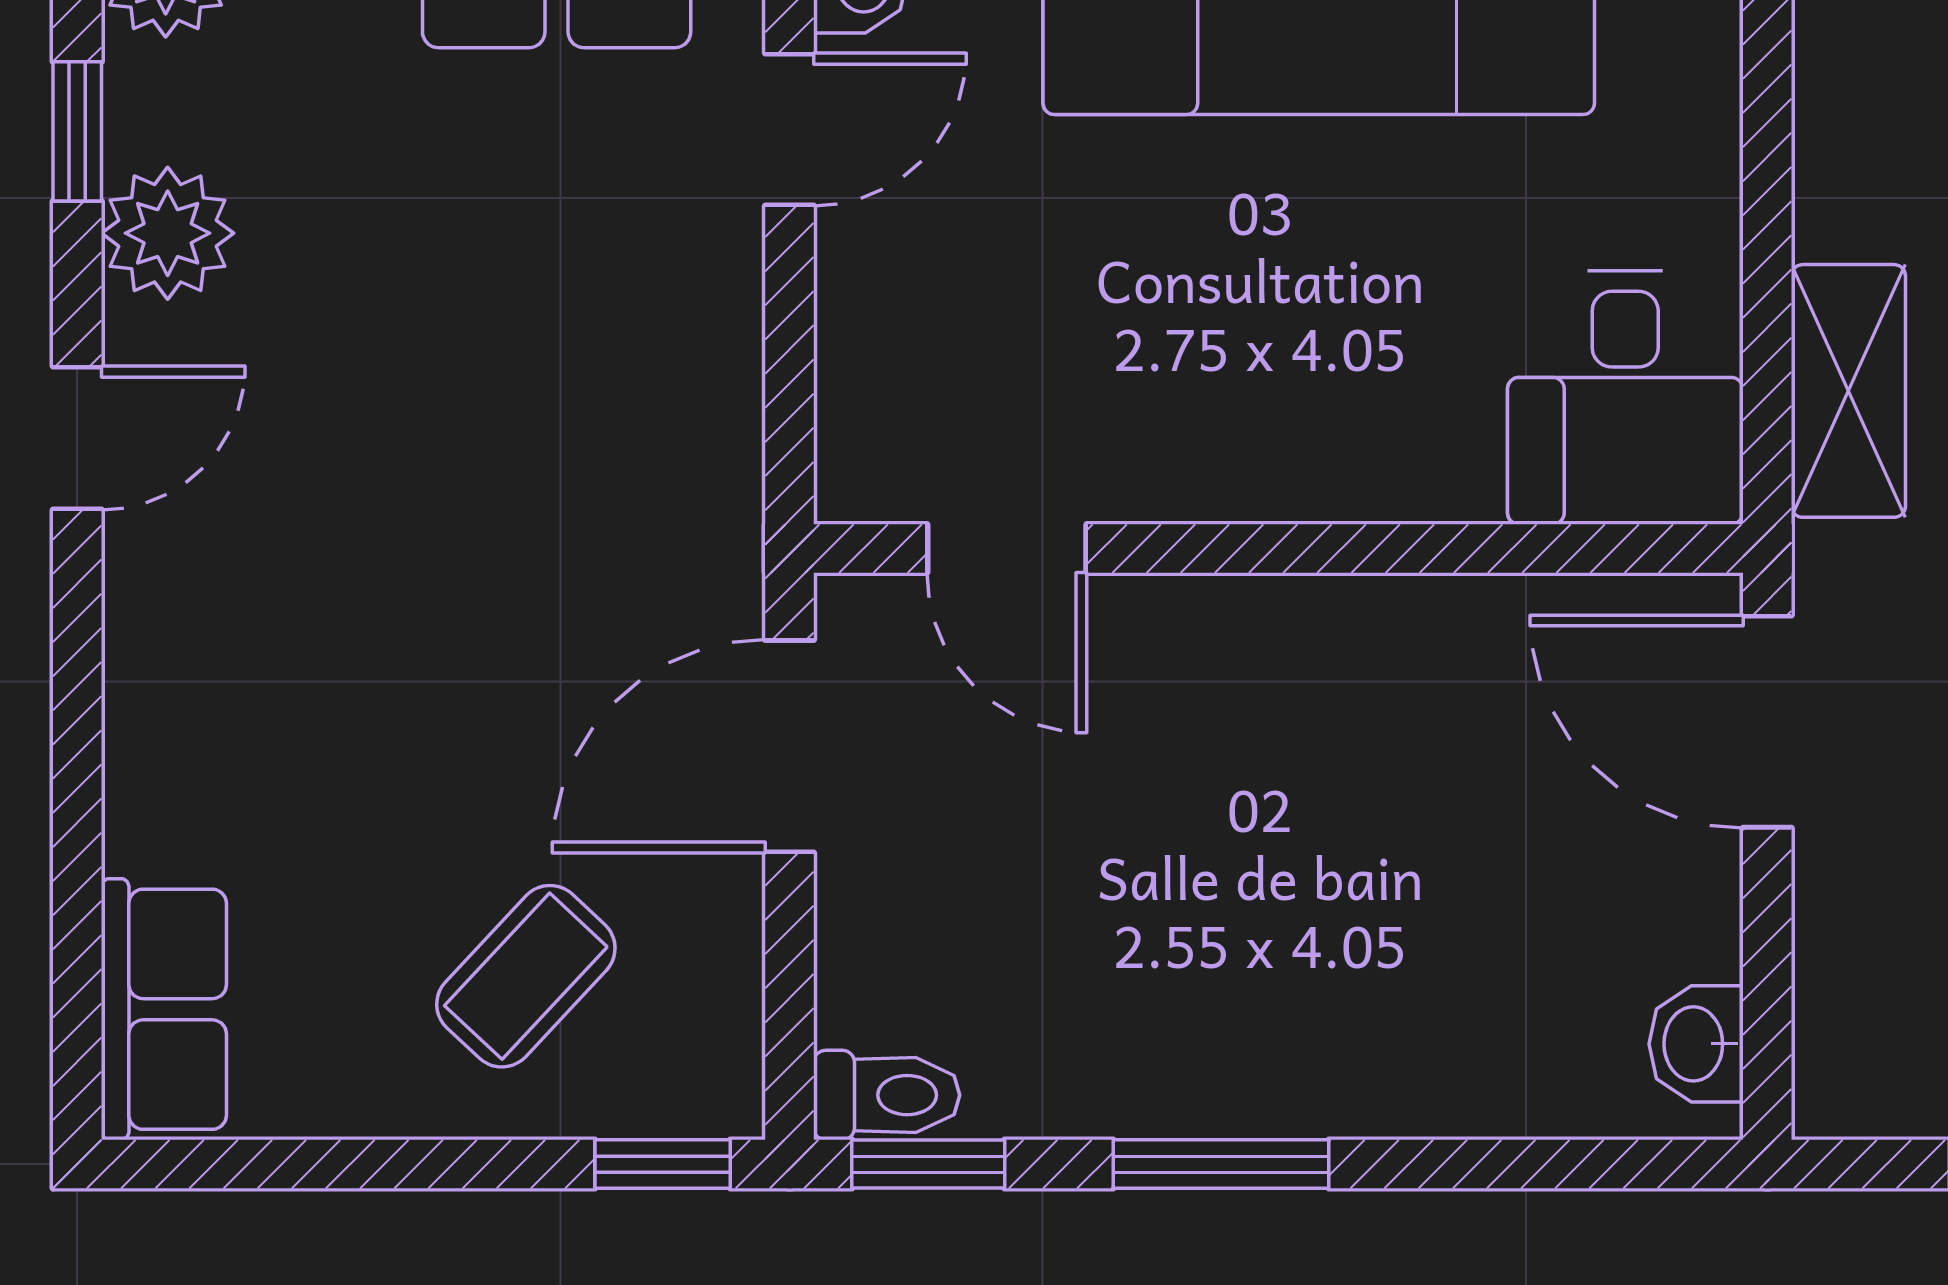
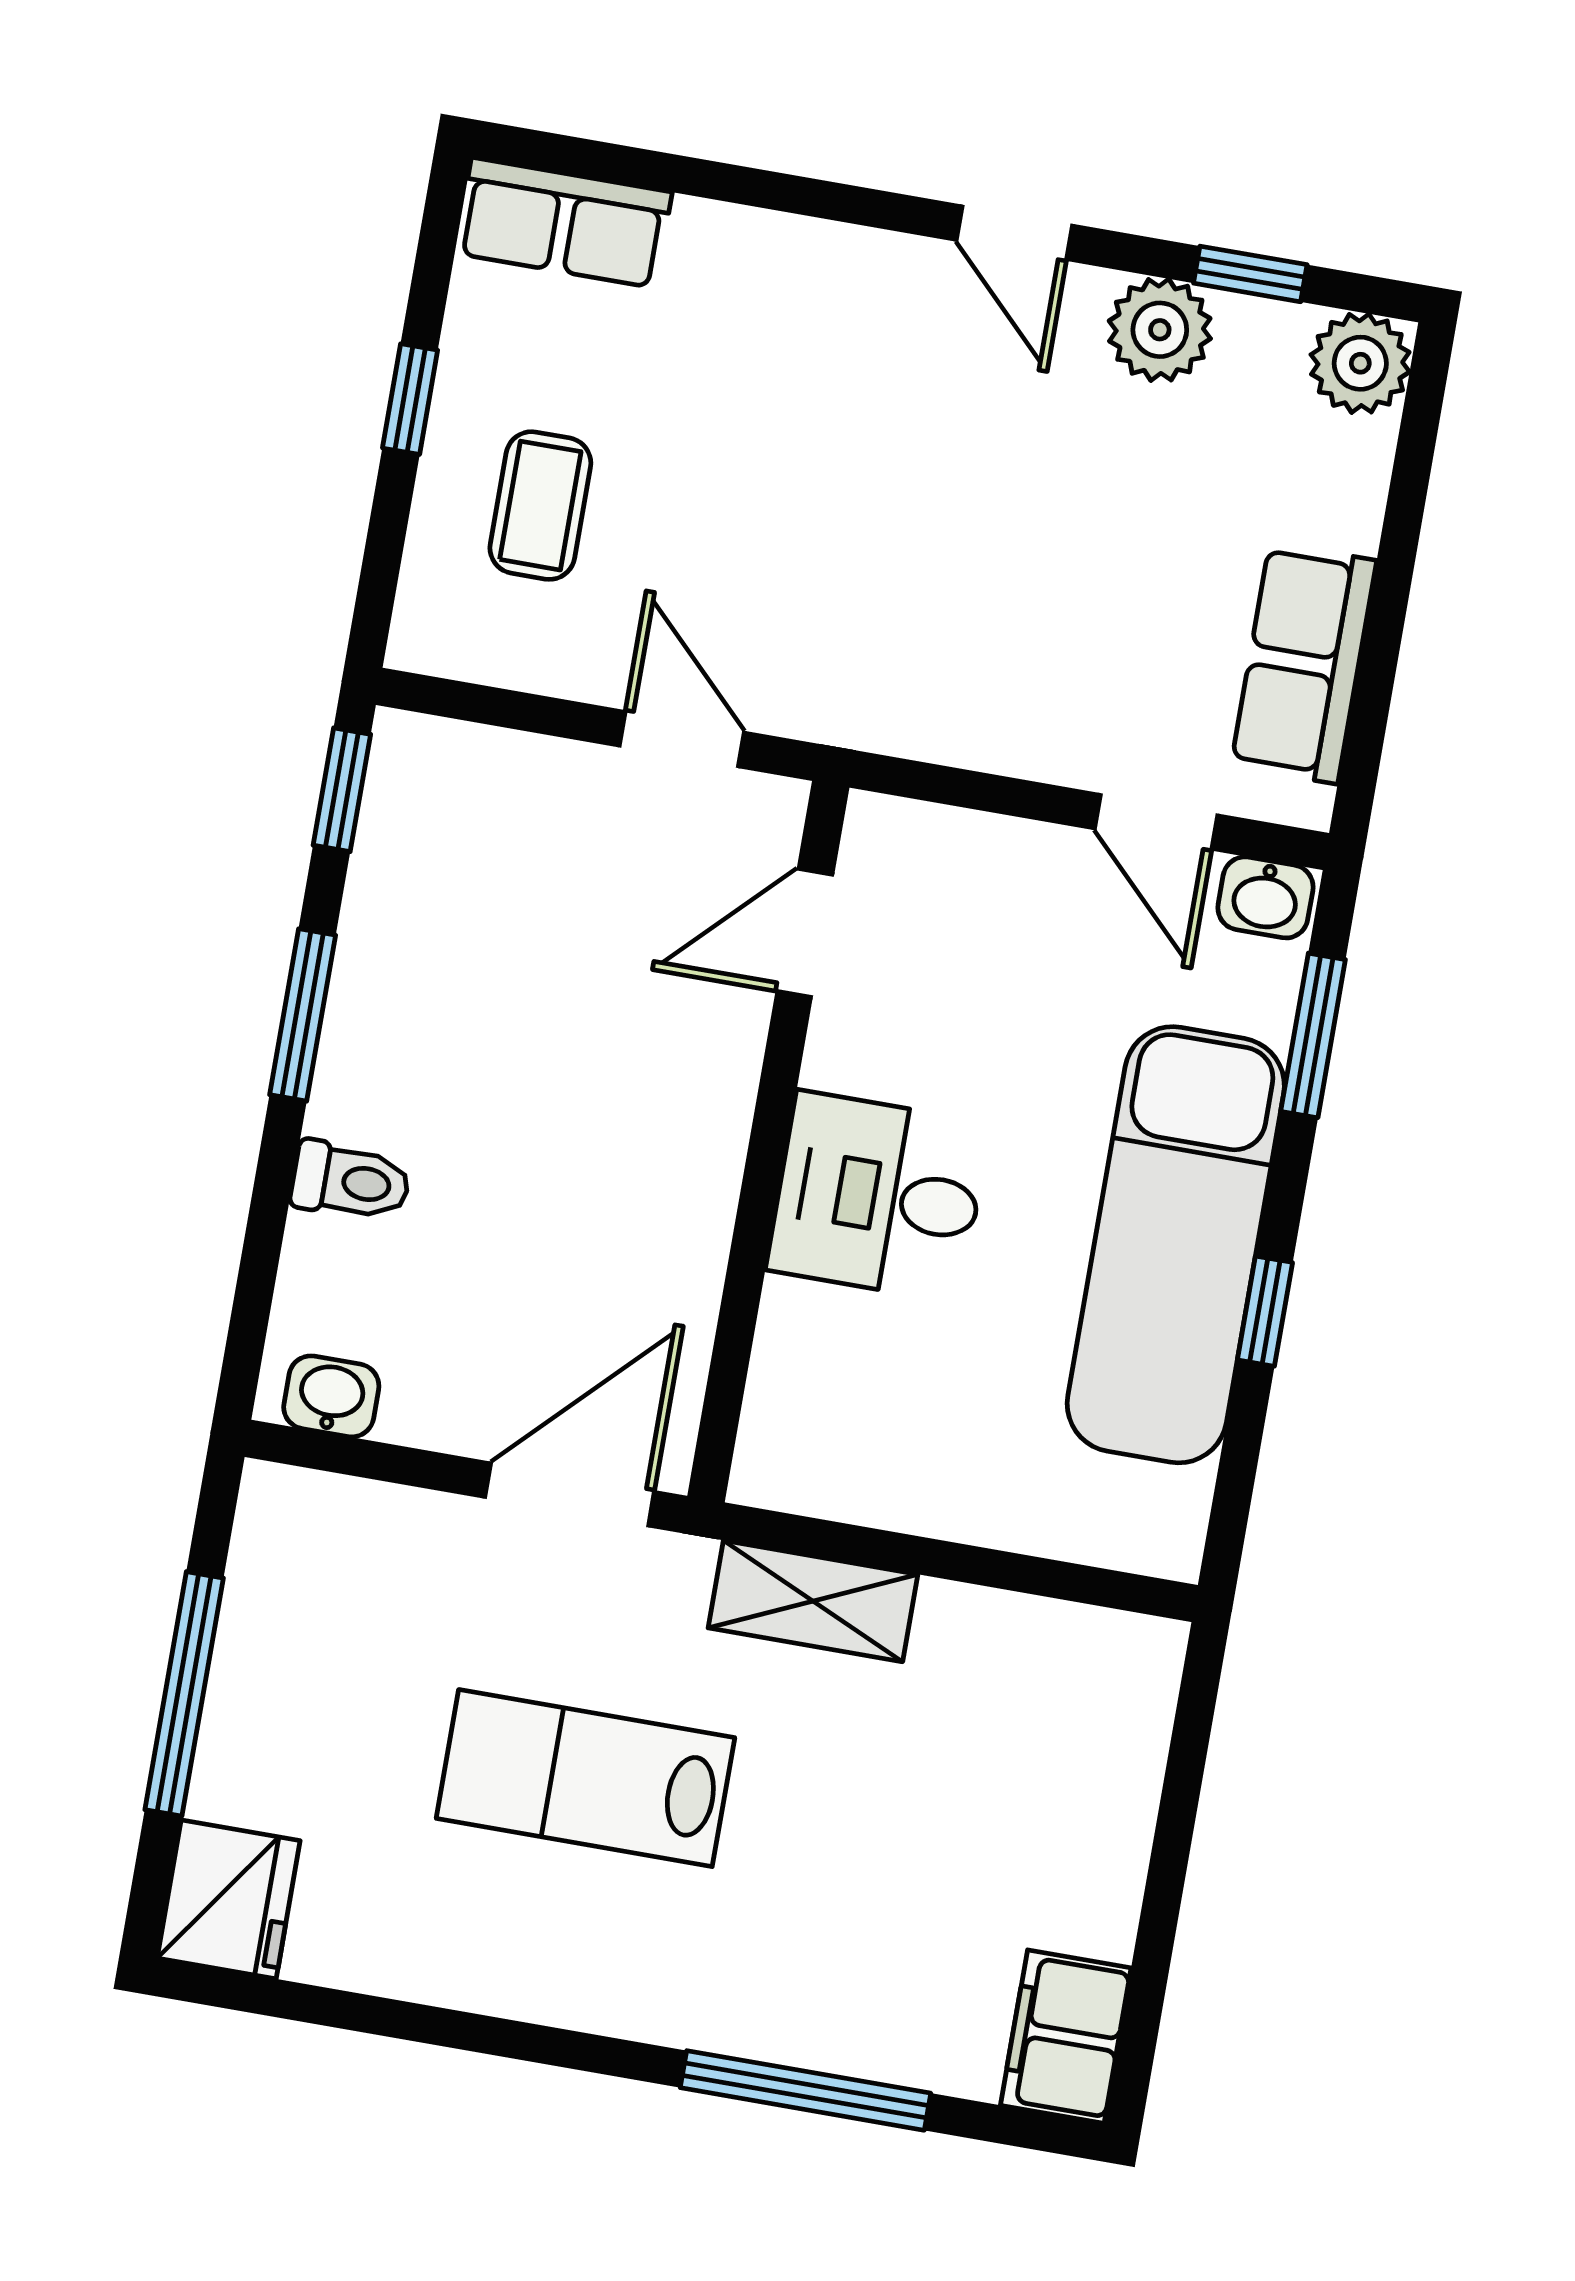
desk: (1625, 398) -> (878, 1196), moved
door: (789, 746) -> (682, 739), width x0.73
coffee table: (526, 976) -> (540, 506), turned 47
toilet: (887, 1095) -> (351, 1181), moved, turned -90
window: (663, 1164) -> (410, 399), moved

